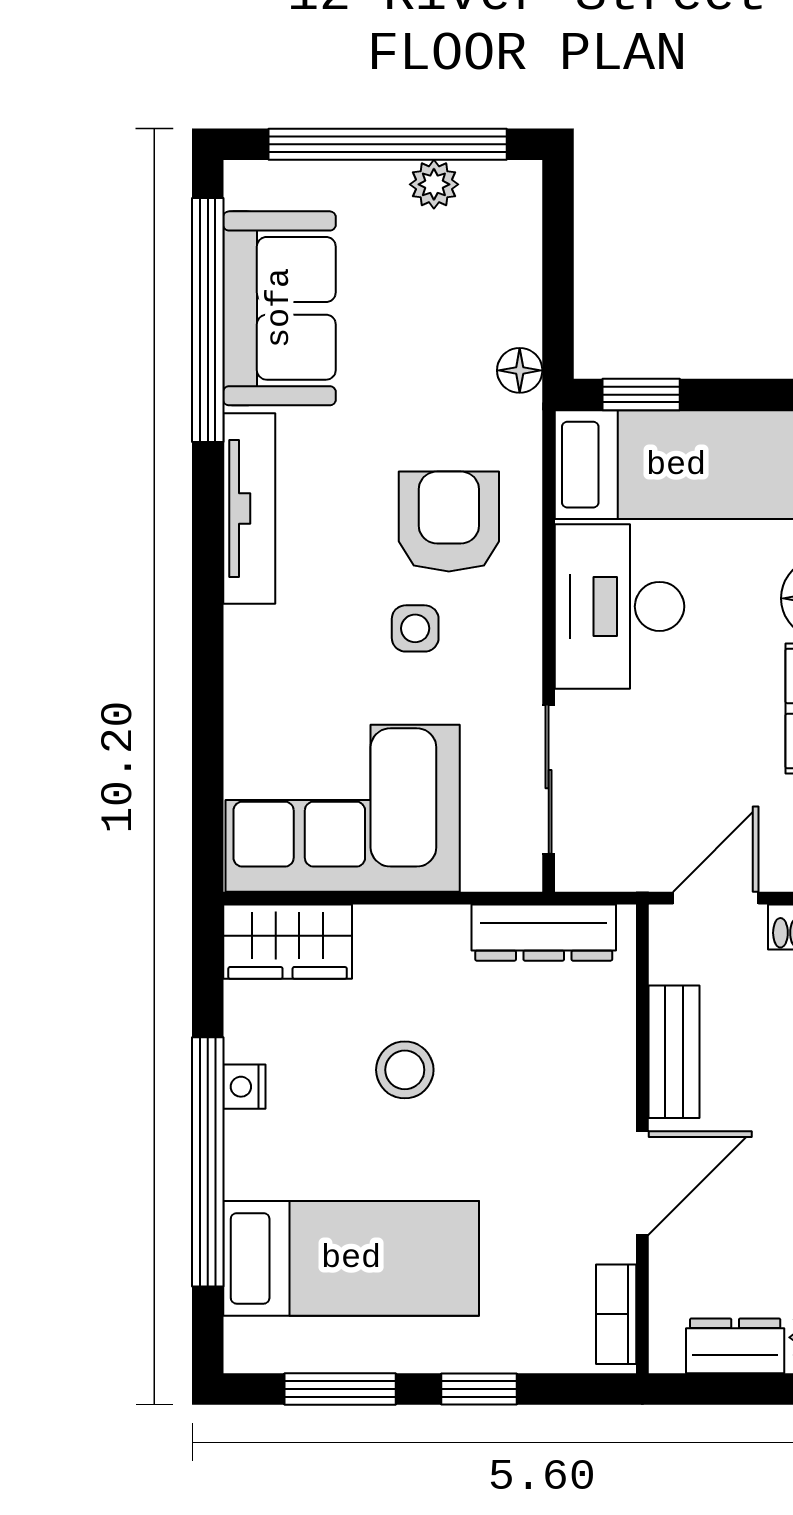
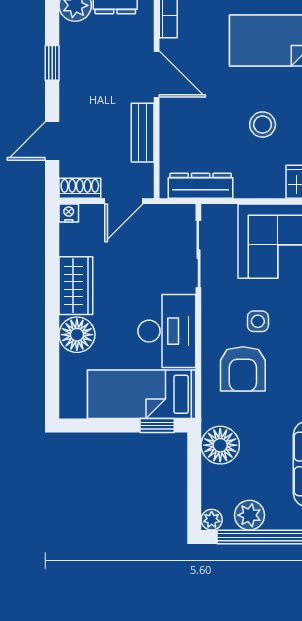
plant: (519, 183) -> (212, 520), added
plant: (434, 184) -> (249, 515), width x1.38, depth x1.38
floor lamp: (520, 370) -> (220, 445), width x1.89, depth x1.89
door: (642, 1183) -> (157, 74), swing flipped

